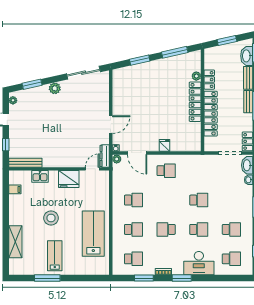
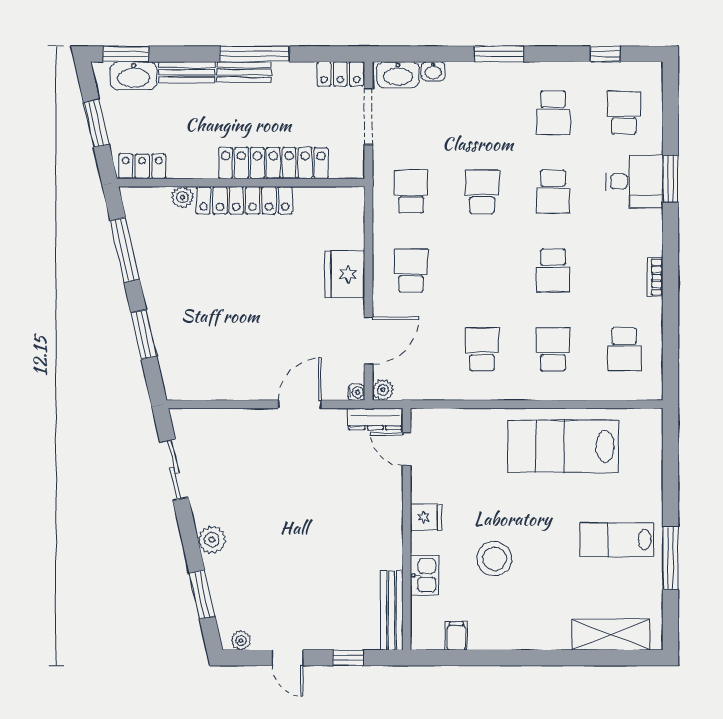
sliding door: (84, 73) -> (174, 470), width x0.73
locker: (209, 80) -> (142, 166), moved
door: (111, 125) -> (300, 404), hinge flipped
fridge: (165, 145) -> (345, 274), width x1.88, depth x1.34
school desk: (199, 171) -> (411, 192), added
fridge: (69, 179) -> (426, 517), width x0.53, depth x0.75
stool: (51, 218) -> (495, 559), moved
school desk: (199, 229) -> (553, 192), turned 180
school desk: (231, 229) -> (553, 113), turned 180
shelving: (15, 242) -> (611, 635), moved
school desk: (133, 259) -> (624, 349), turned 180
desk: (199, 263) -> (634, 182), width x0.73
window: (144, 278) -> (670, 324), removed
window: (182, 278) -> (670, 179), moved

